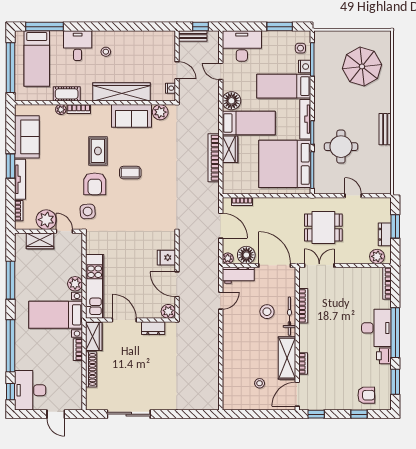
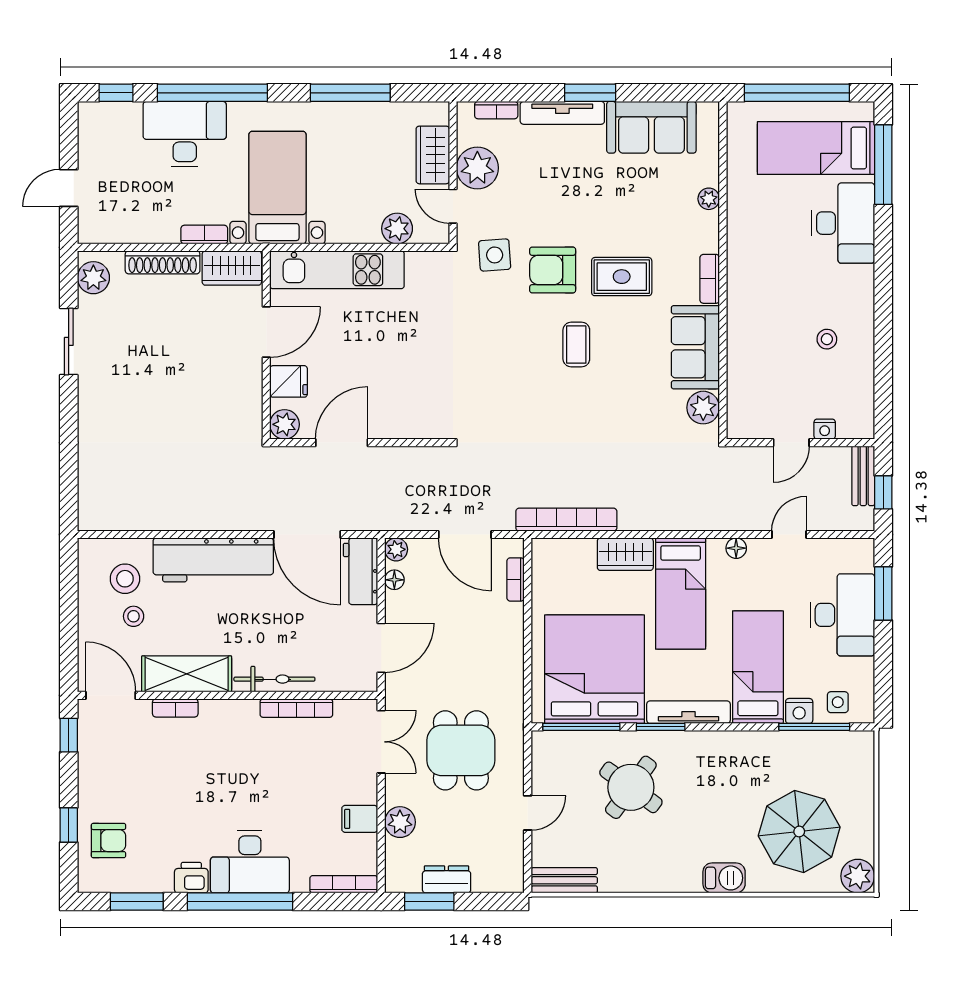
window: (280, 27) -> (883, 593), moved
plant: (383, 39) -> (858, 876), added
desk: (78, 46) -> (843, 223), width x1.37
desk: (242, 46) -> (842, 615), moved
stool: (106, 52) -> (827, 339), moved
nightstand: (170, 88) -> (825, 429), moved
wardrobe: (121, 92) -> (746, 326), removed
cot: (67, 94) -> (742, 211), removed
floor lamp: (231, 101) -> (736, 548), width x0.53, depth x0.53
barbecue: (384, 102) -> (724, 878), added
bookcase: (79, 109) -> (710, 279), moved
bench: (385, 129) -> (564, 880), moved
round table: (341, 147) -> (631, 787), turned 36
bookcase: (214, 158) -> (566, 520), moved
door: (221, 226) -> (465, 535), hinge flipped
window: (395, 226) -> (429, 902), moved
door: (64, 231) -> (453, 206), swing flipped
floor lamp: (246, 255) -> (394, 580), width x0.53, depth x0.53
plant: (377, 256) -> (400, 822), moved
fridge: (166, 258) -> (289, 381), moved, turned 90
door: (275, 265) -> (381, 648), width x0.73
filing cabinet: (356, 276) -> (360, 819), added
plant: (75, 284) -> (397, 229), moved
door: (221, 301) -> (307, 535), width x1.88
stool: (267, 312) -> (125, 579), moved
dresser: (153, 328) -> (249, 393), removed
workbench: (233, 345) -> (213, 560), added
desk: (30, 390) -> (185, 134), moved
armchair: (366, 395) -> (108, 841), turned -89
plant: (98, 402) -> (93, 278), added
sliding door: (129, 414) -> (69, 341), width x0.73

